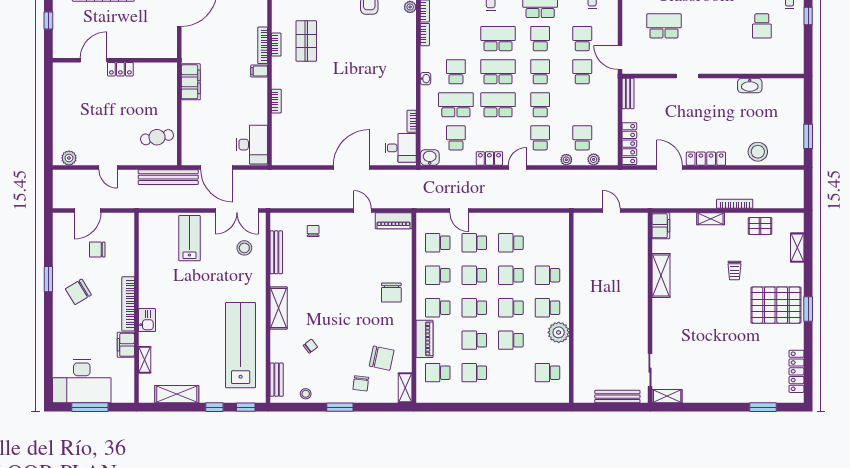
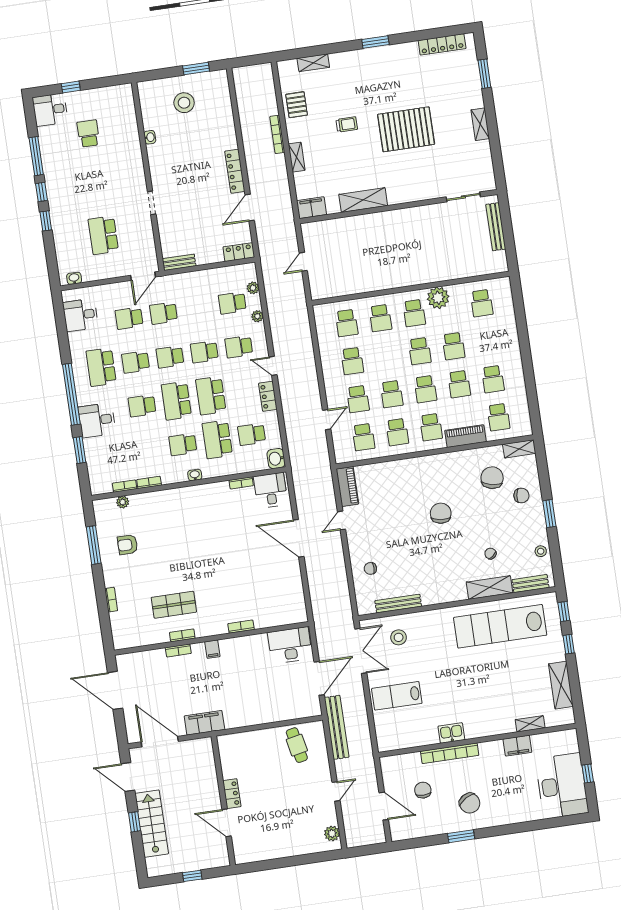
school desk: (762, 26) -> (88, 133), turned -90
school desk: (498, 39) -> (142, 406), width x0.54
bookcase: (263, 45) -> (178, 650), width x0.64
filing cabinet: (191, 82) -> (204, 723), moved
washbasin: (750, 86) -> (150, 137), width x0.52, depth x0.69
locker: (629, 144) -> (239, 252), width x0.66
stool: (758, 152) -> (184, 103), moved
chair: (97, 250) -> (423, 790), turned 180
school desk: (511, 275) -> (347, 323), moved
chair: (391, 292) -> (441, 513), moved, turned -82
bookcase: (128, 304) -> (450, 753), moved
pallet: (776, 305) -> (406, 129), moved, turned 90
shelving: (279, 308) -> (490, 587), moved
kitchen sink: (147, 320) -> (451, 733), moved
shelving: (667, 396) -> (480, 124), moved
window: (90, 407) -> (588, 774), width x0.46

